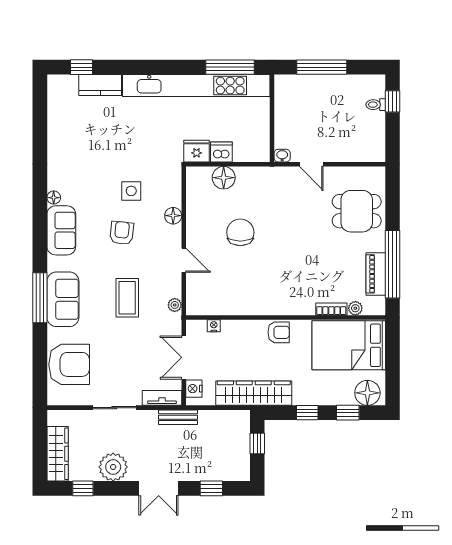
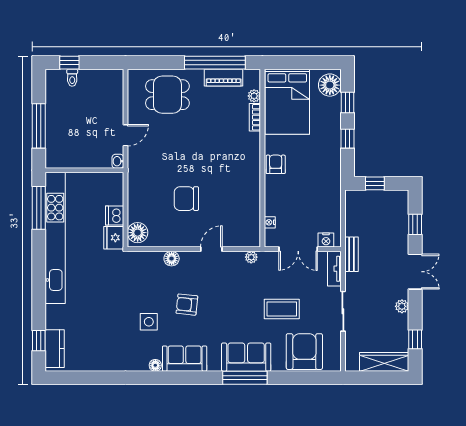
kitchen counter: (100, 85) -> (55, 349), moved
floor lamp: (224, 178) -> (138, 233), moved
side table: (131, 191) -> (149, 322), moved
dining table: (357, 211) -> (167, 95), turned 90
coffee table: (127, 298) -> (282, 309), moved
wardrobe: (254, 393) -> (330, 187), removed
plant: (113, 467) -> (402, 306), width x0.53, depth x0.53

